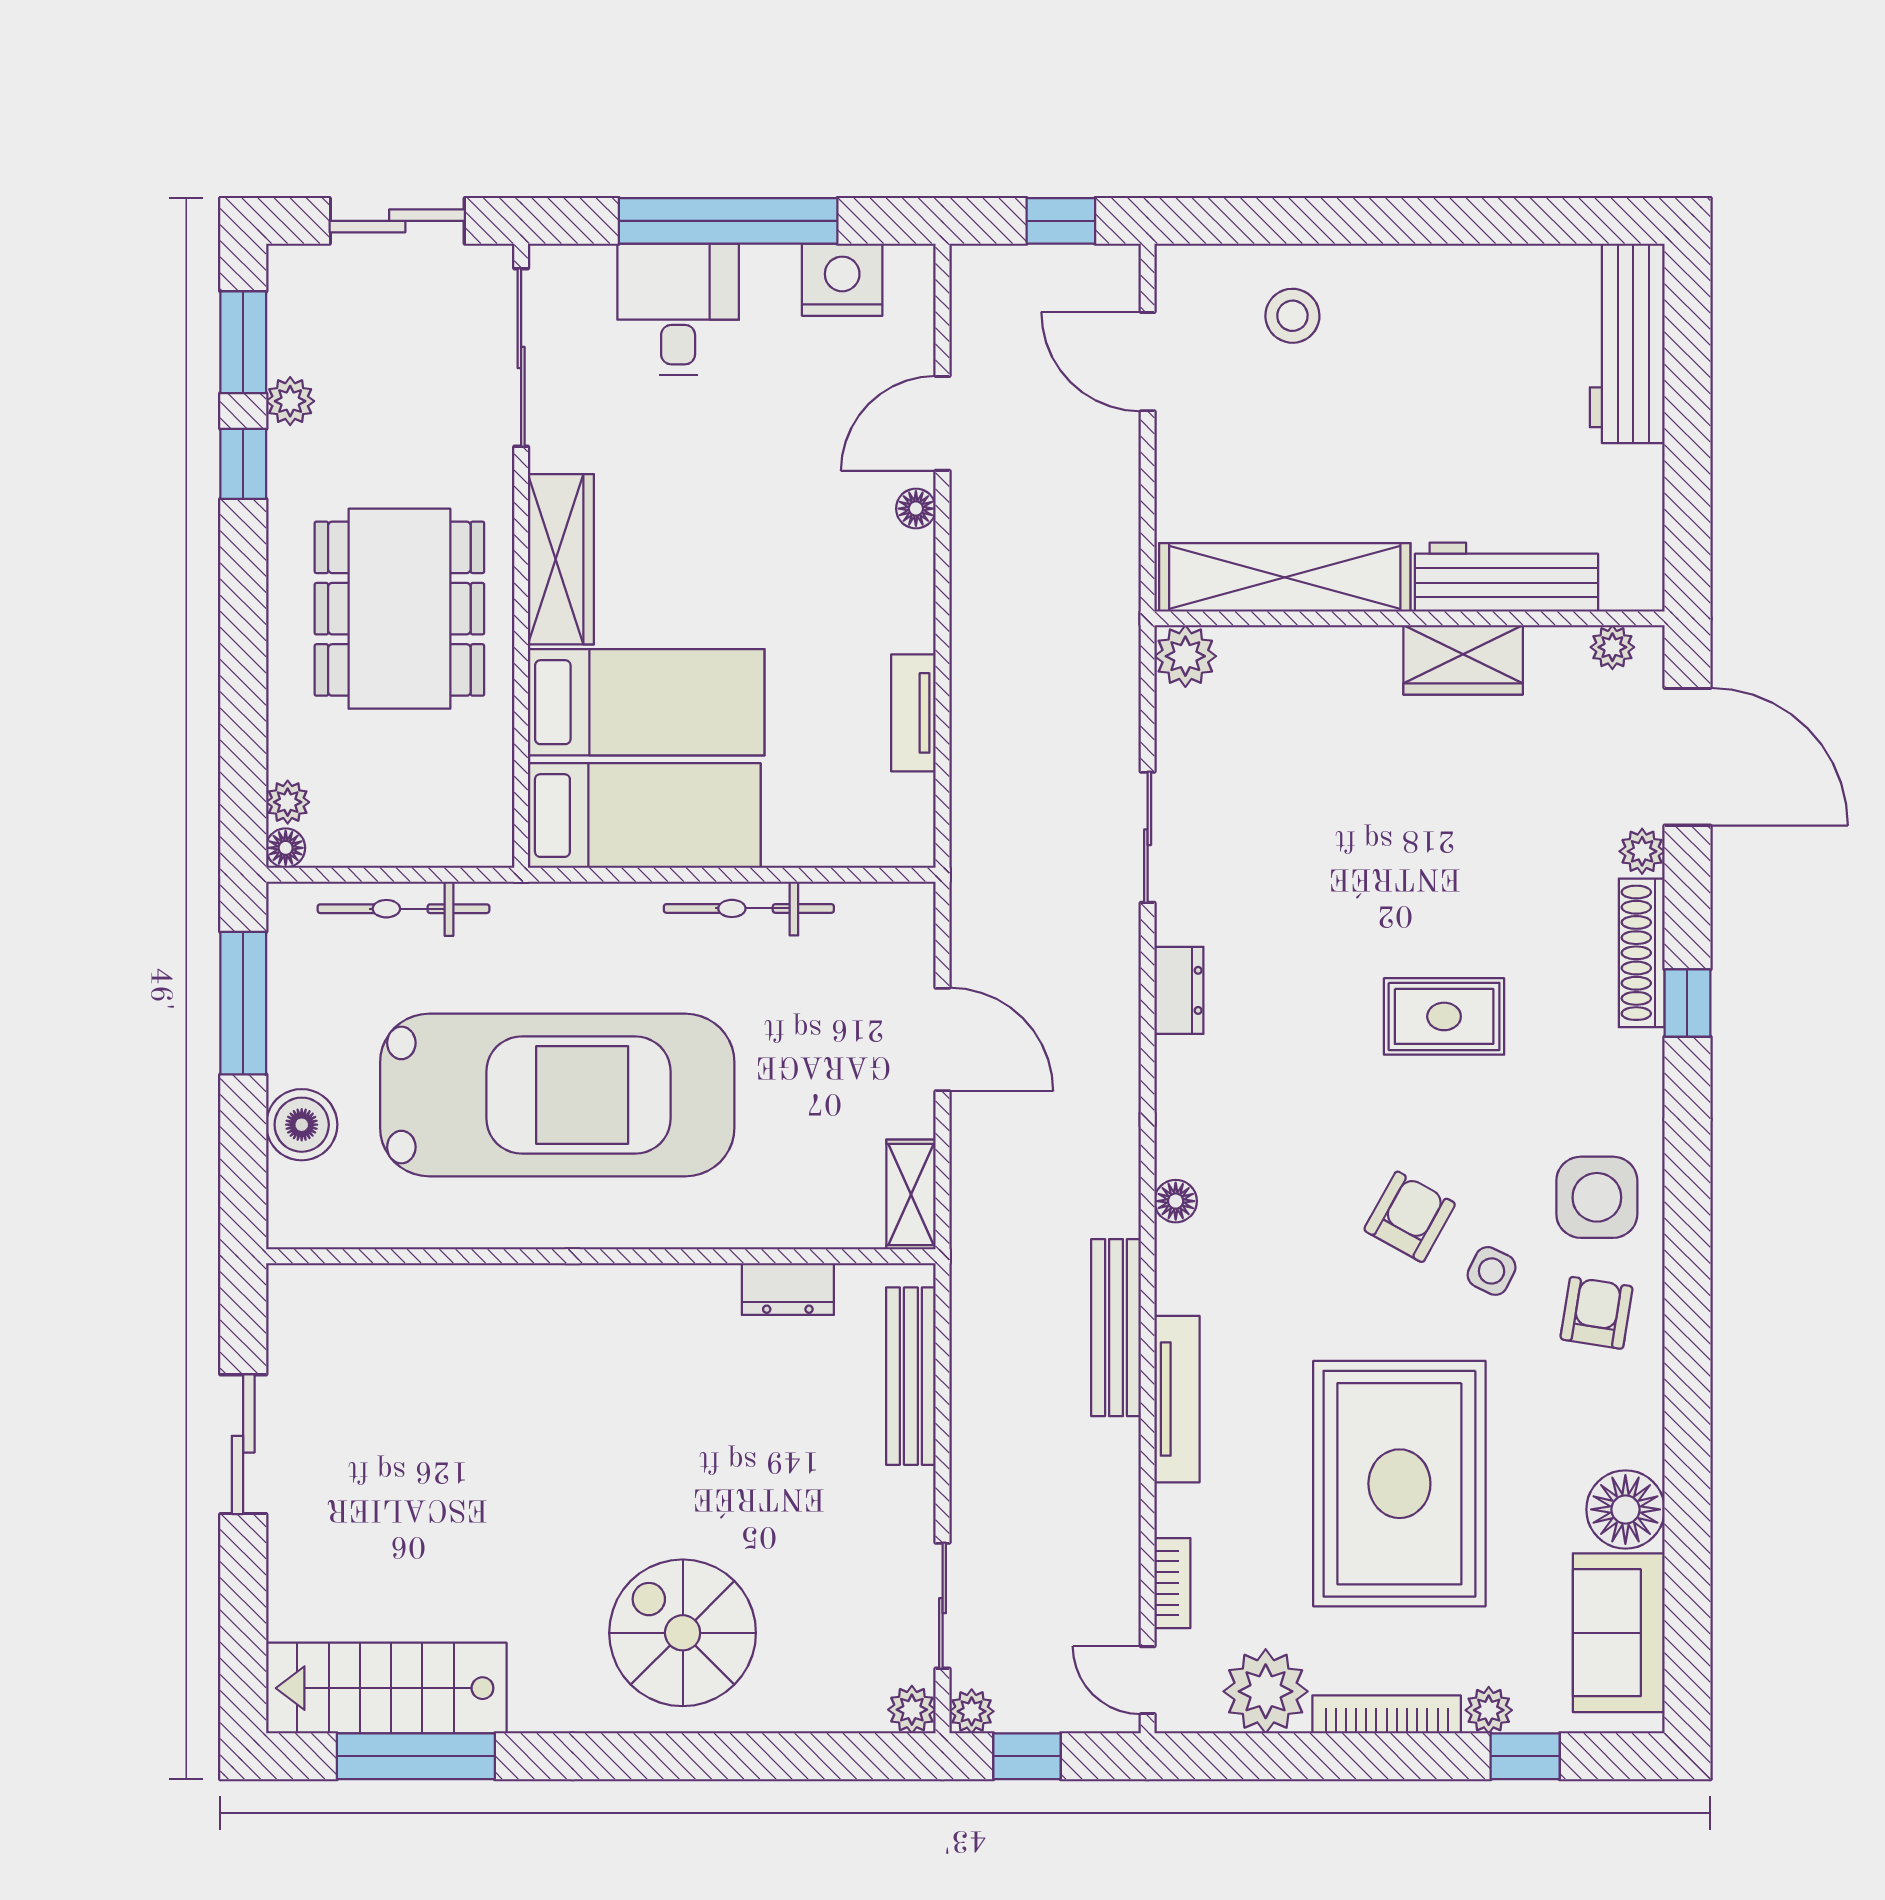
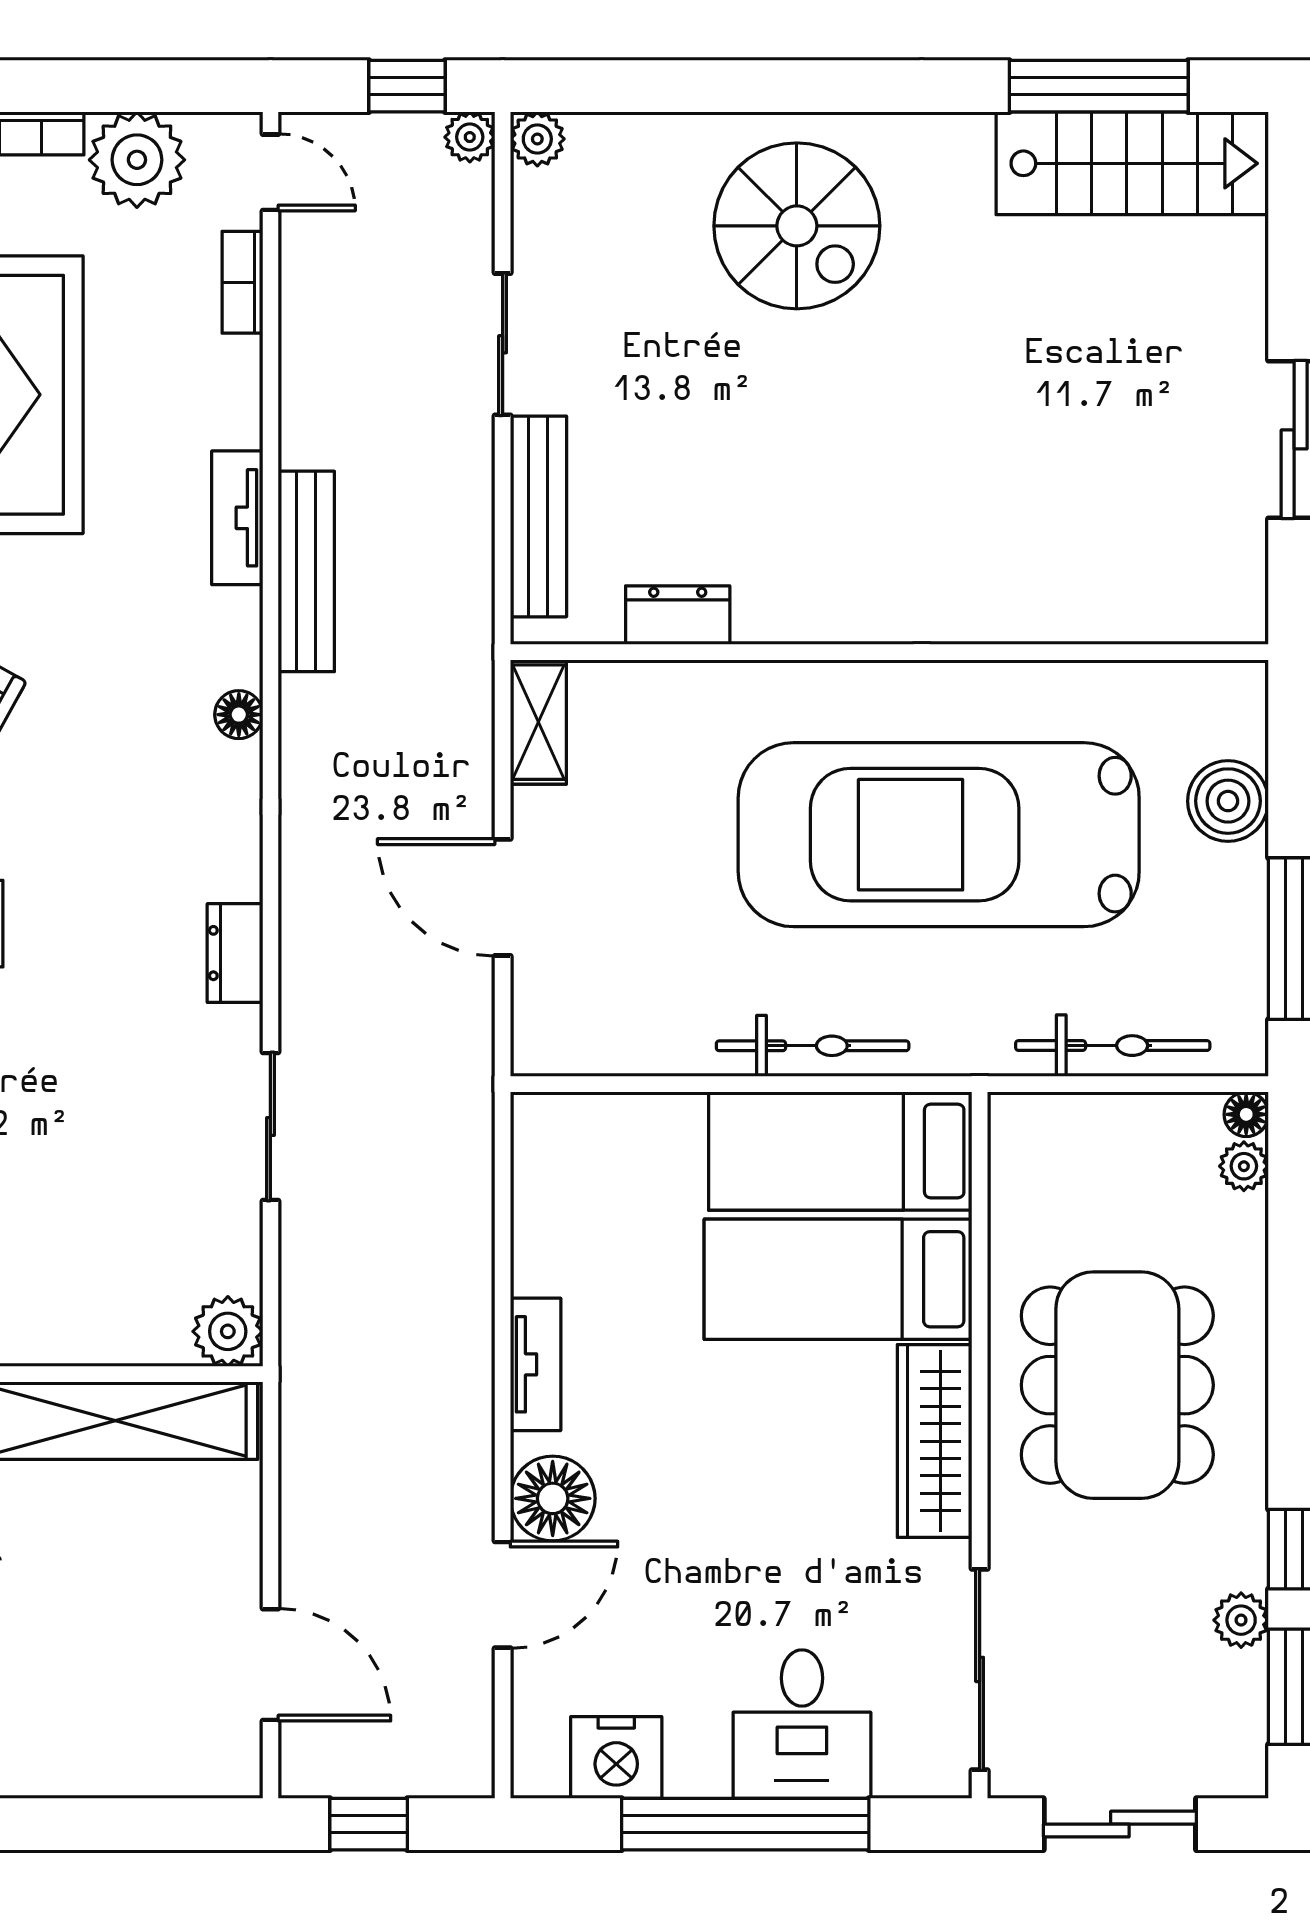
stool: (1292, 316) -> (107, 1717), removed
floor lamp: (916, 509) -> (553, 1498), width x1.89, depth x1.89
tv unit: (913, 713) -> (536, 1364), moved
bicycle: (749, 908) -> (813, 1046), moved
tv unit: (1177, 1399) -> (237, 518), width x0.71
sliding door: (943, 1606) -> (503, 344), moved

